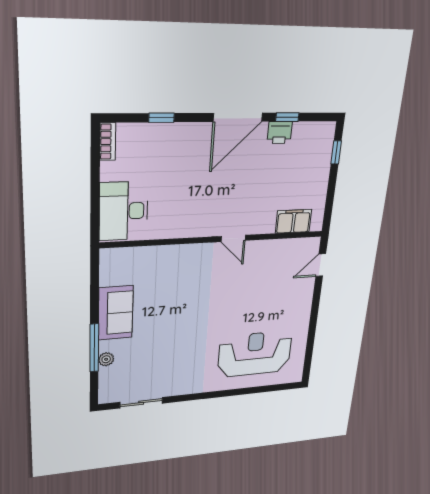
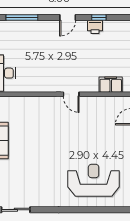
door: (238, 117) -> (68, 17), width x0.53
window: (162, 118) -> (22, 17), width x2.17

